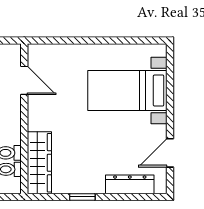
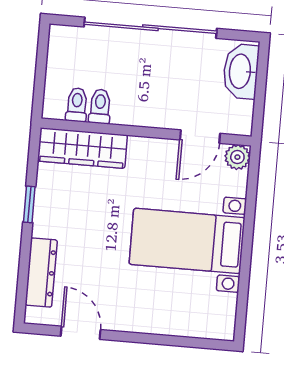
plant: (36, 53) -> (237, 157), added
bed with nightstands: (127, 90) -> (187, 241), moved, turned -90

